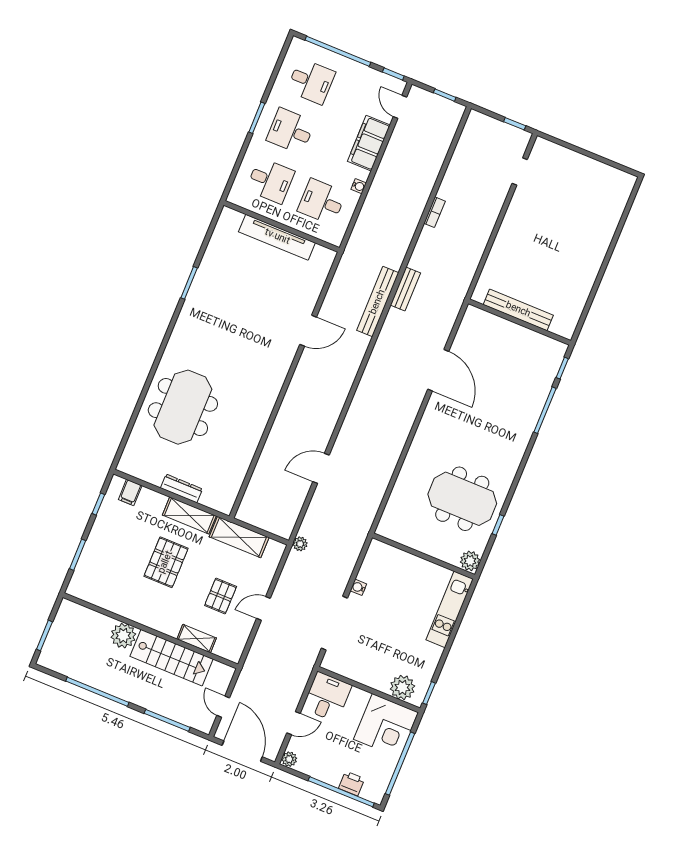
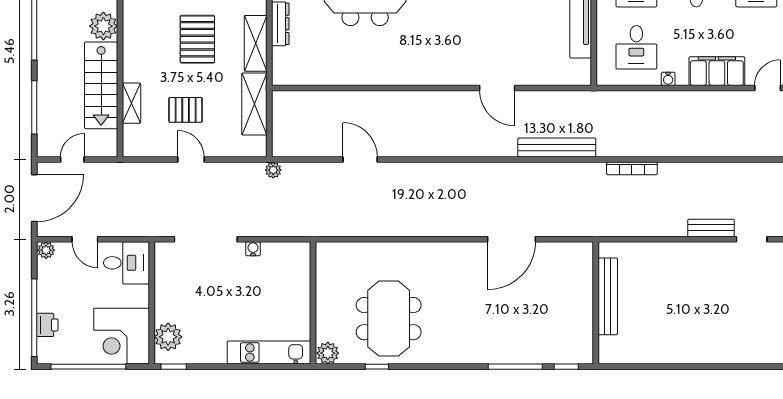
desk: (322, 202) -> (636, 47), turned 180
bookcase: (435, 212) -> (632, 168), moved, width x1.56
bench: (405, 289) -> (711, 228), moved
pallet: (166, 562) -> (197, 39), turned 90

